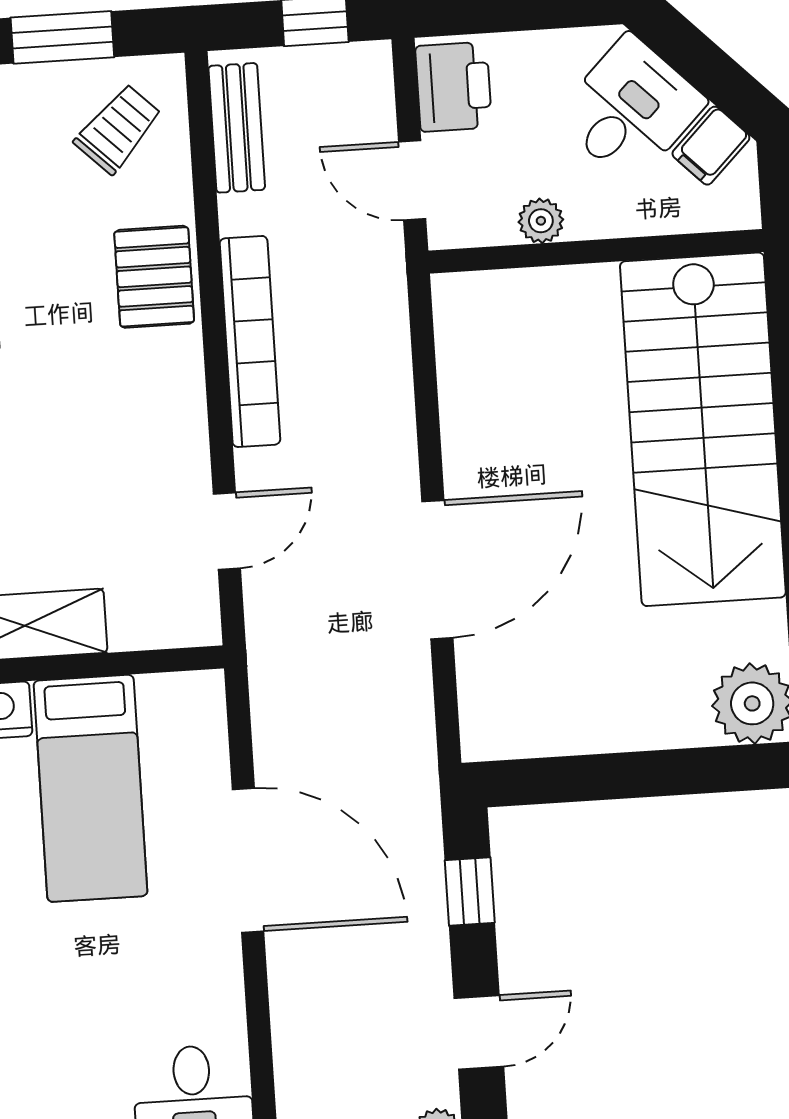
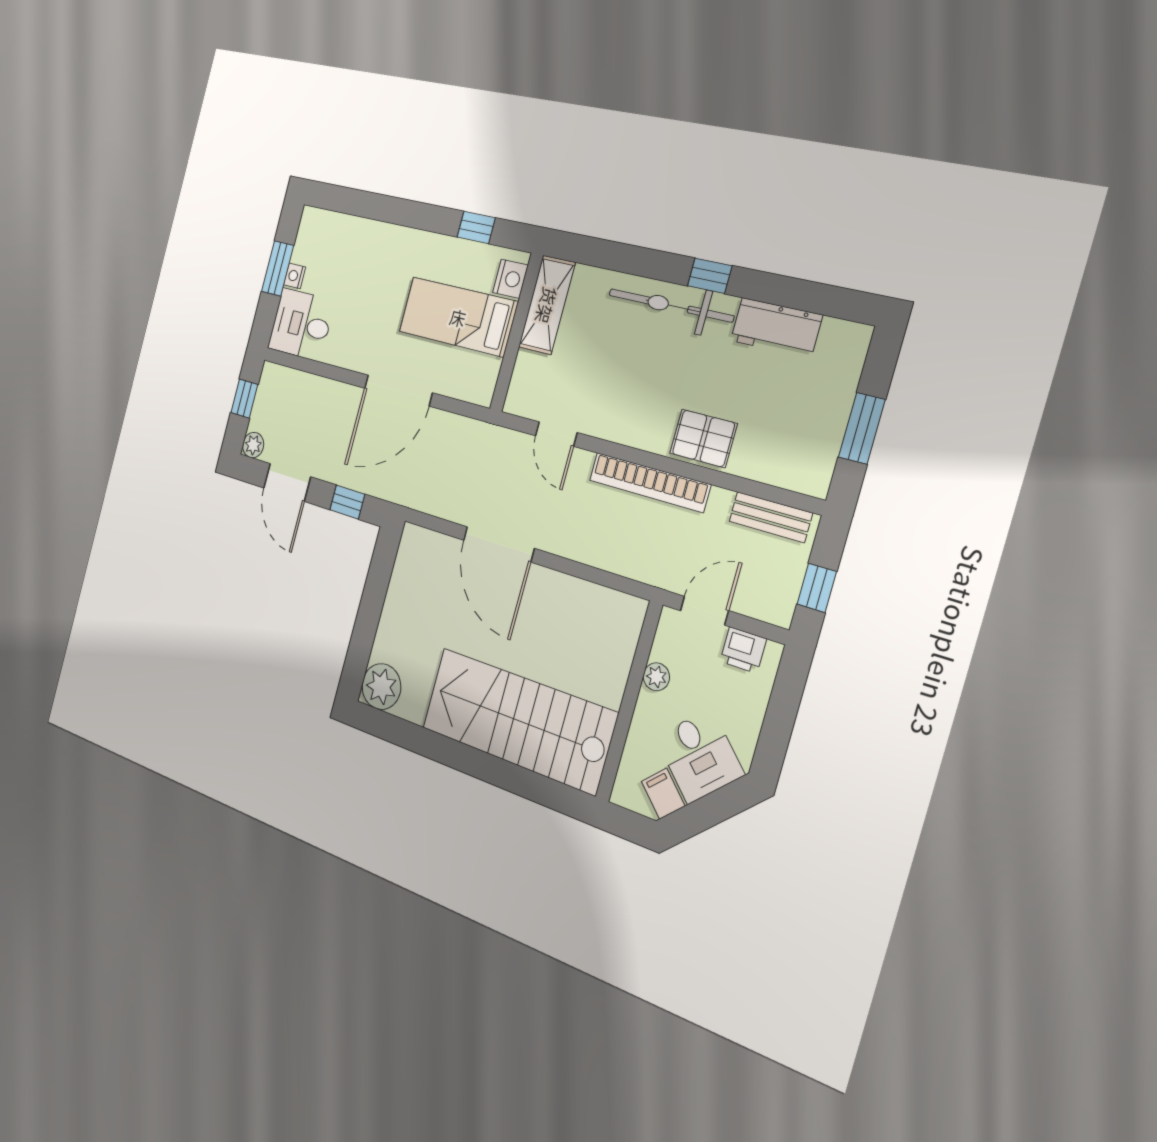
printer: (454, 87) -> (743, 650), width x0.73, depth x0.81
trolley: (118, 129) -> (795, 445), removed
door: (479, 1032) -> (287, 482), width x1.38

